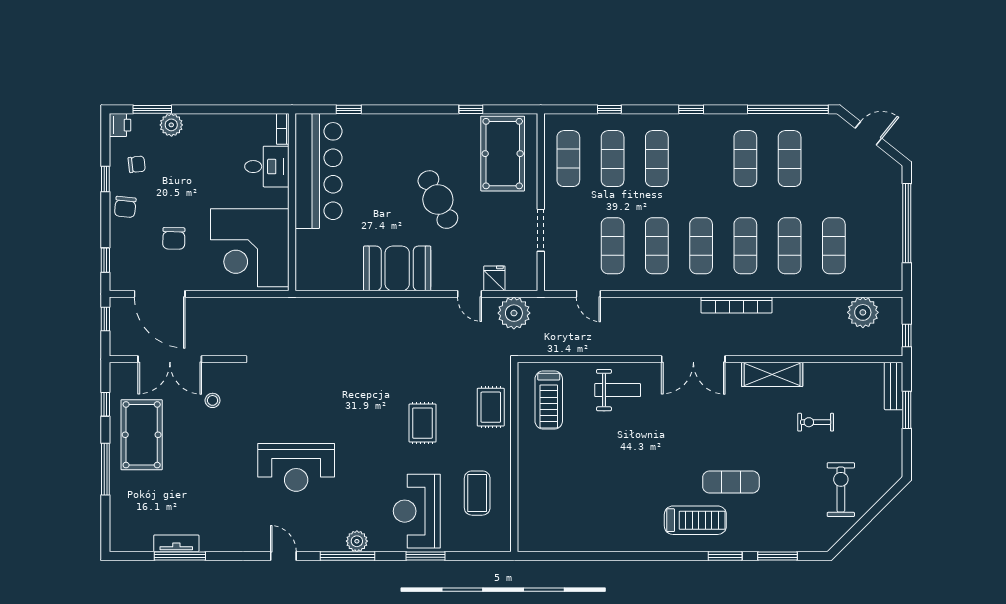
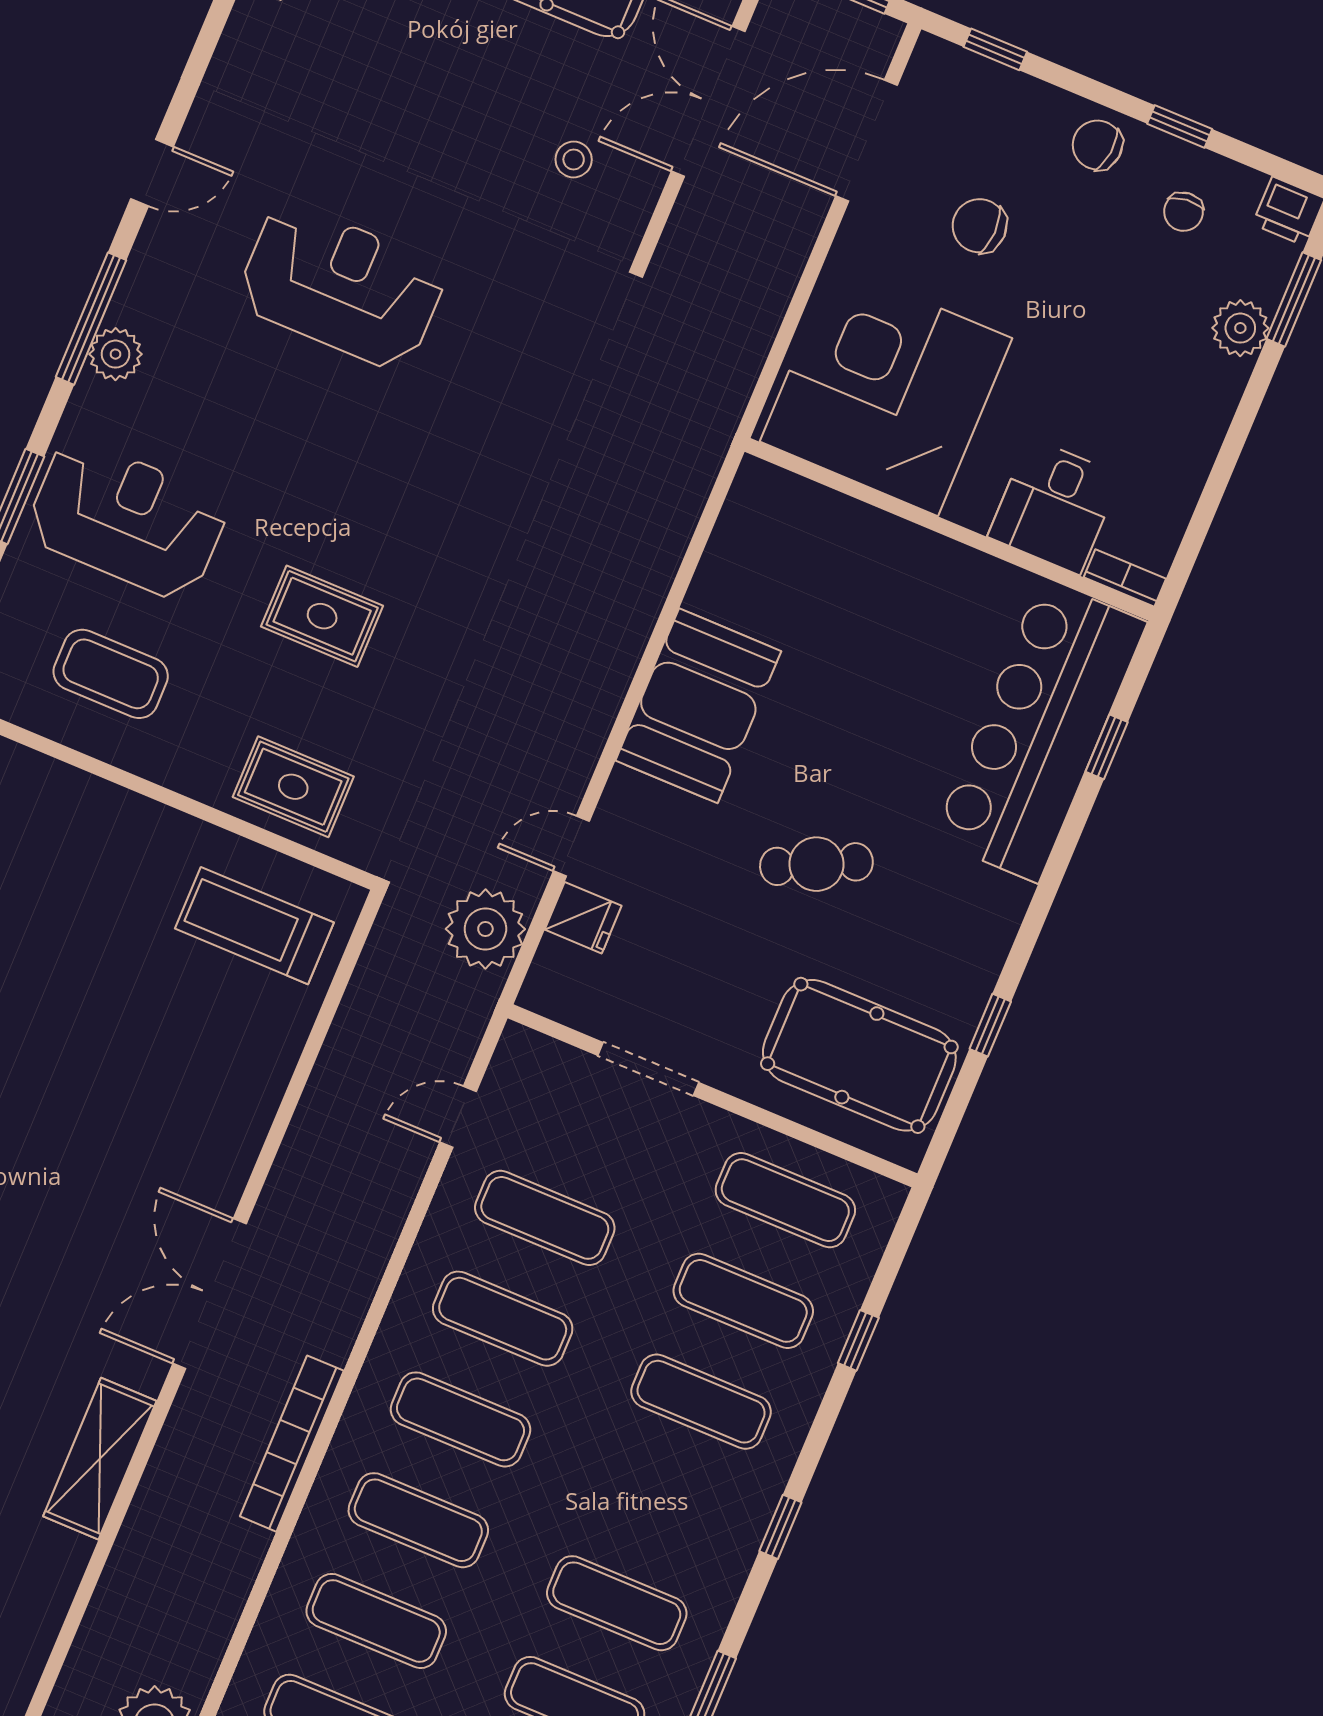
bar counter: (318, 171) -> (1040, 731), moved, turned 90
cafe table: (438, 200) -> (816, 864), width x0.73, depth x0.74
weight bench: (618, 390) -> (211, 1092), removed
reception desk: (296, 467) -> (341, 286), turned 90

